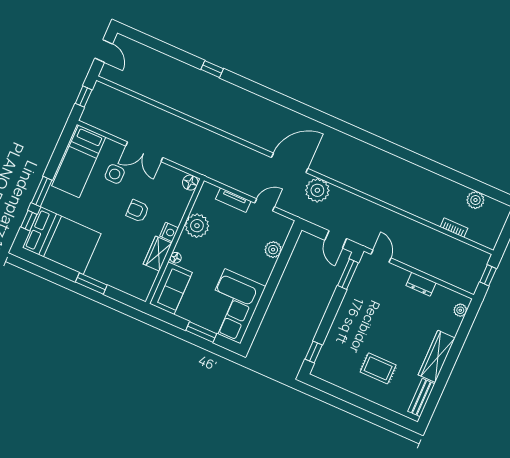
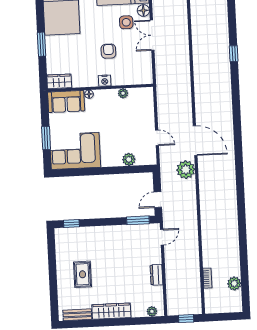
floor lamp: (190, 183) -> (143, 10), moved
tv unit: (233, 200) -> (149, 114), removed
plant: (197, 226) -> (123, 93), width x0.53, depth x0.53
wardrobe: (158, 254) -> (59, 81), moved

